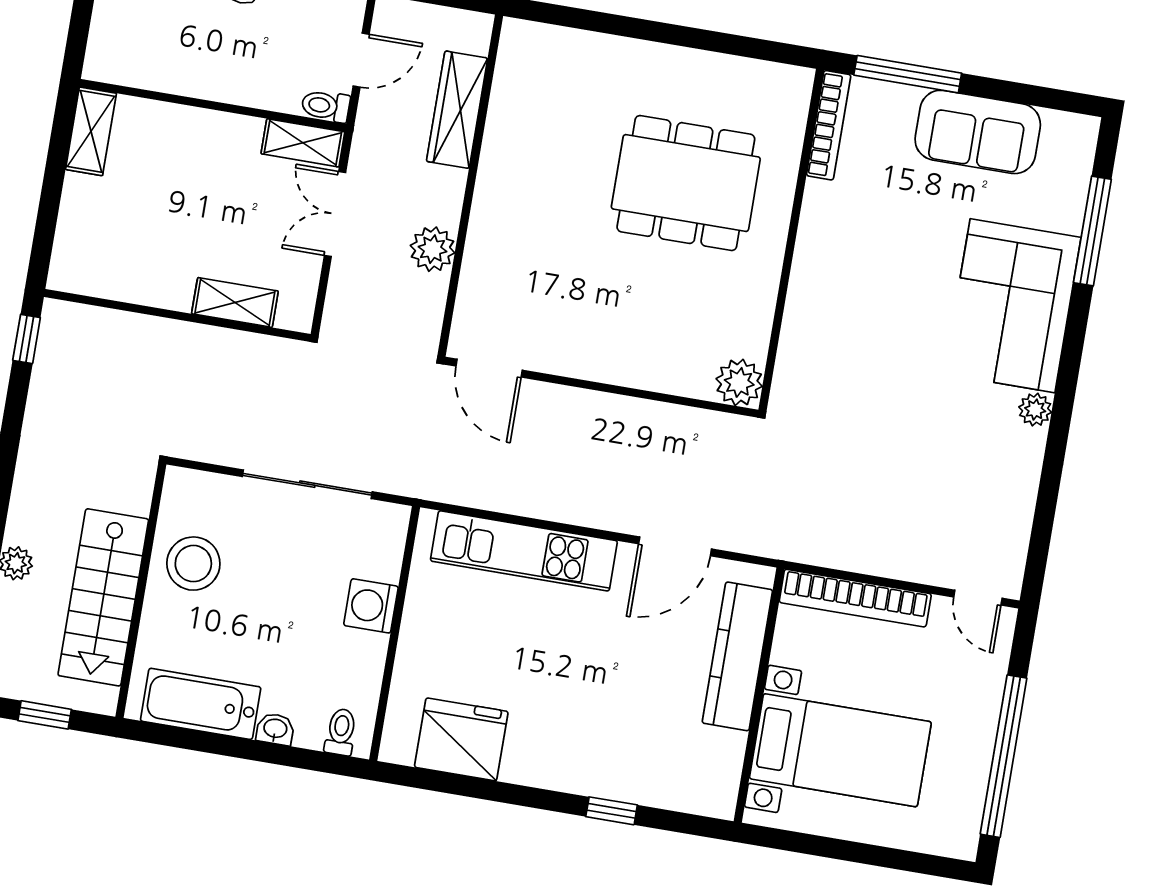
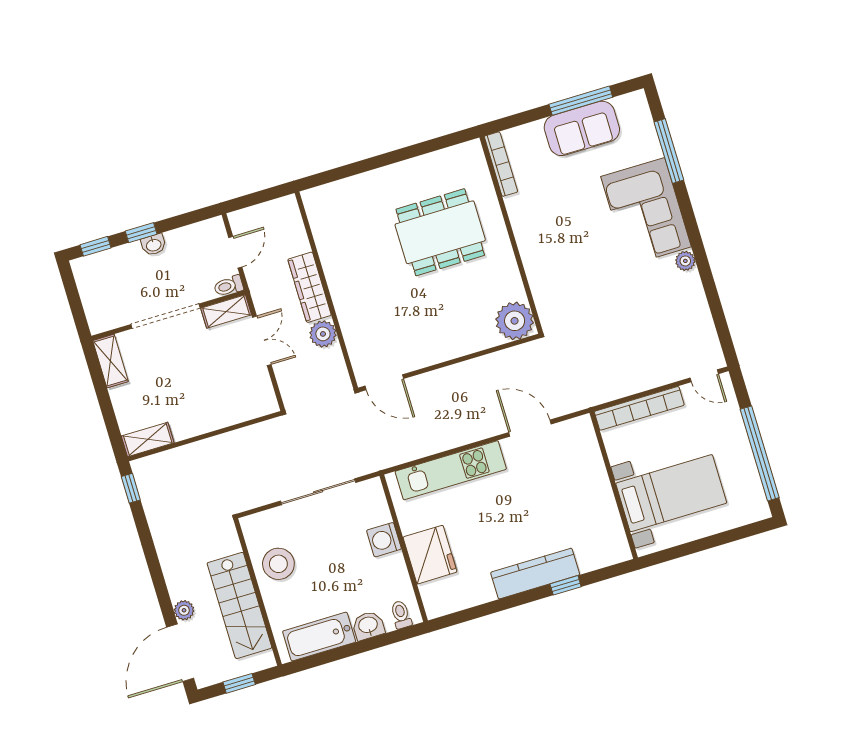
window: (908, 74) -> (581, 101), moved
doorway: (208, 105) -> (166, 316), added
wardrobe: (457, 110) -> (310, 287), moved
double door: (335, 214) -> (262, 341), swing flipped
shelving: (235, 302) -> (148, 439), moved
plant: (739, 382) -> (515, 321), width x1.36, depth x1.36
door: (675, 546) -> (530, 428), swing flipped
kitchen counter: (737, 656) -> (535, 574), moved, turned 90
washbasin: (275, 729) -> (368, 625), width x1.38, depth x1.45
fridge: (461, 739) -> (430, 555), moved, turned 90

